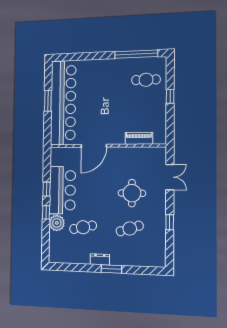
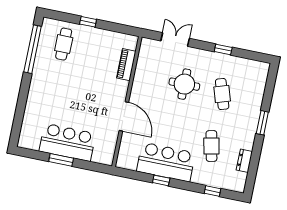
bar counter: (63, 103) -> (67, 142), width x0.54
window: (46, 212) -> (213, 191), moved
plant: (57, 223) -> (201, 175), removed
dresser: (100, 259) -> (244, 161), moved

